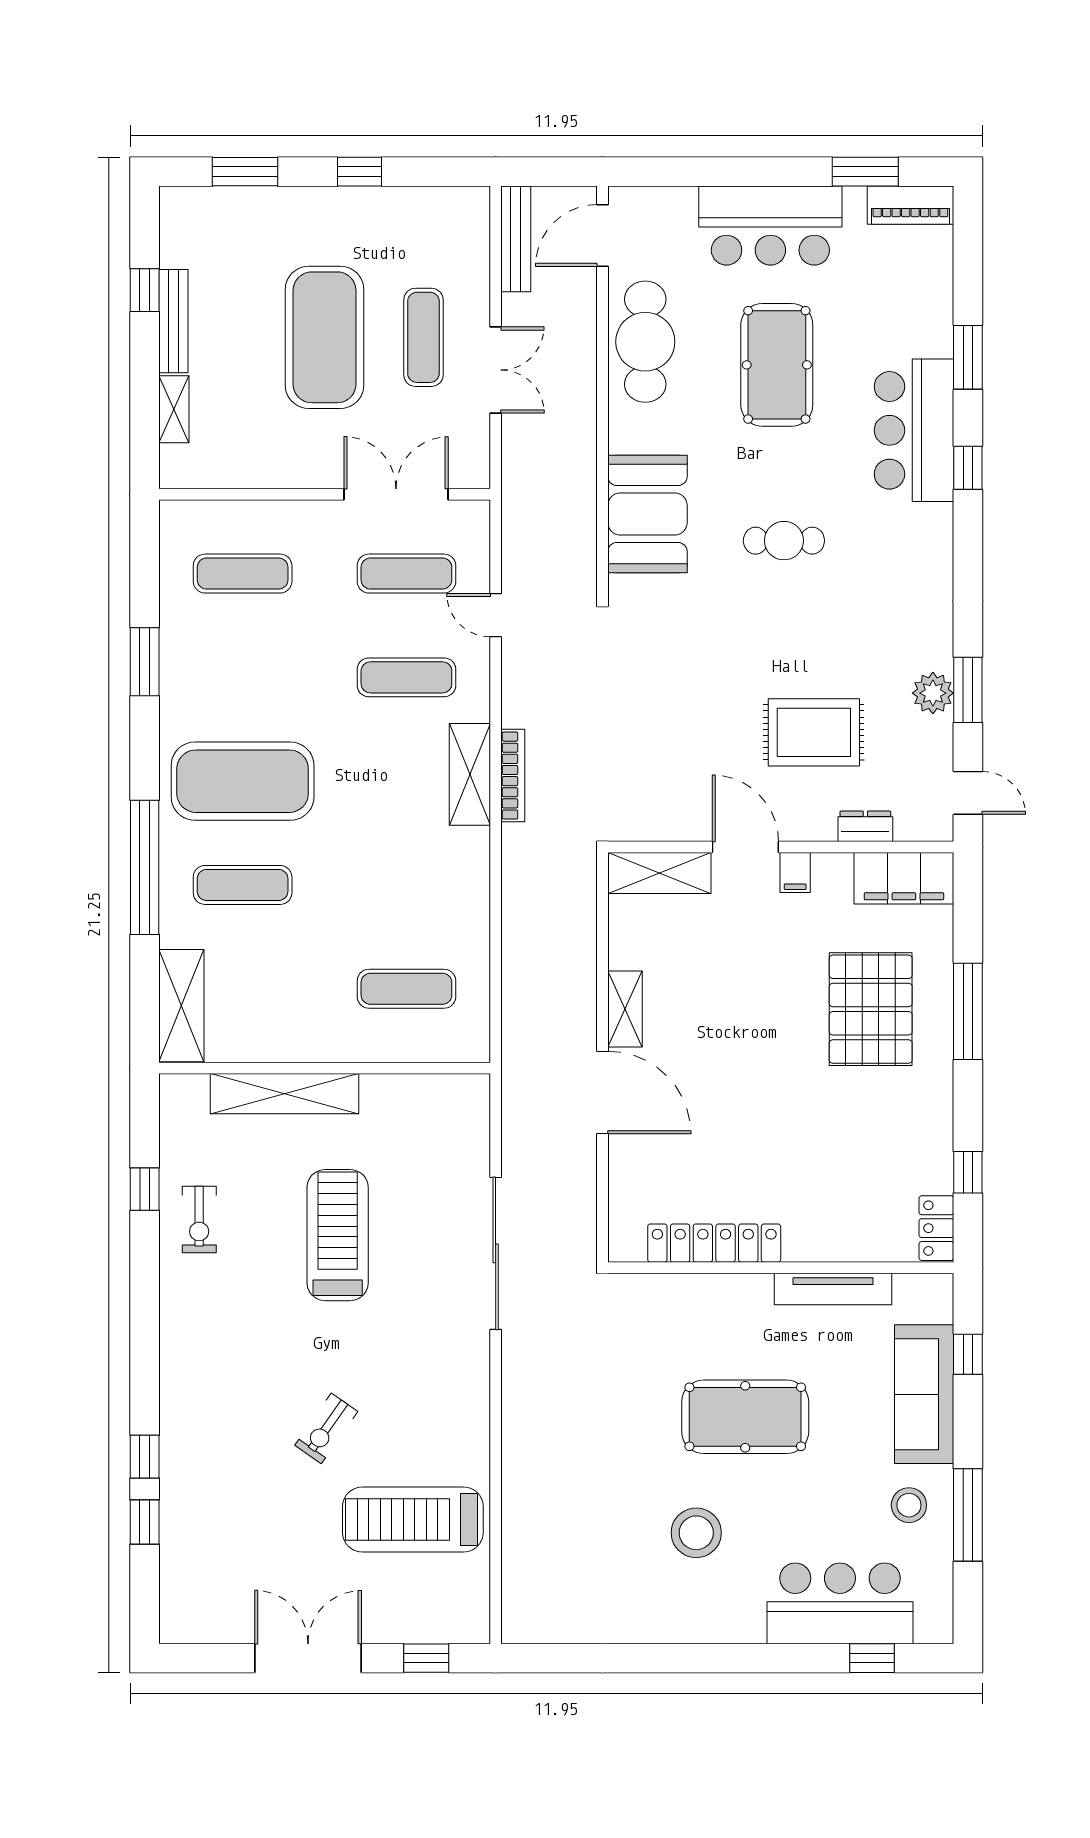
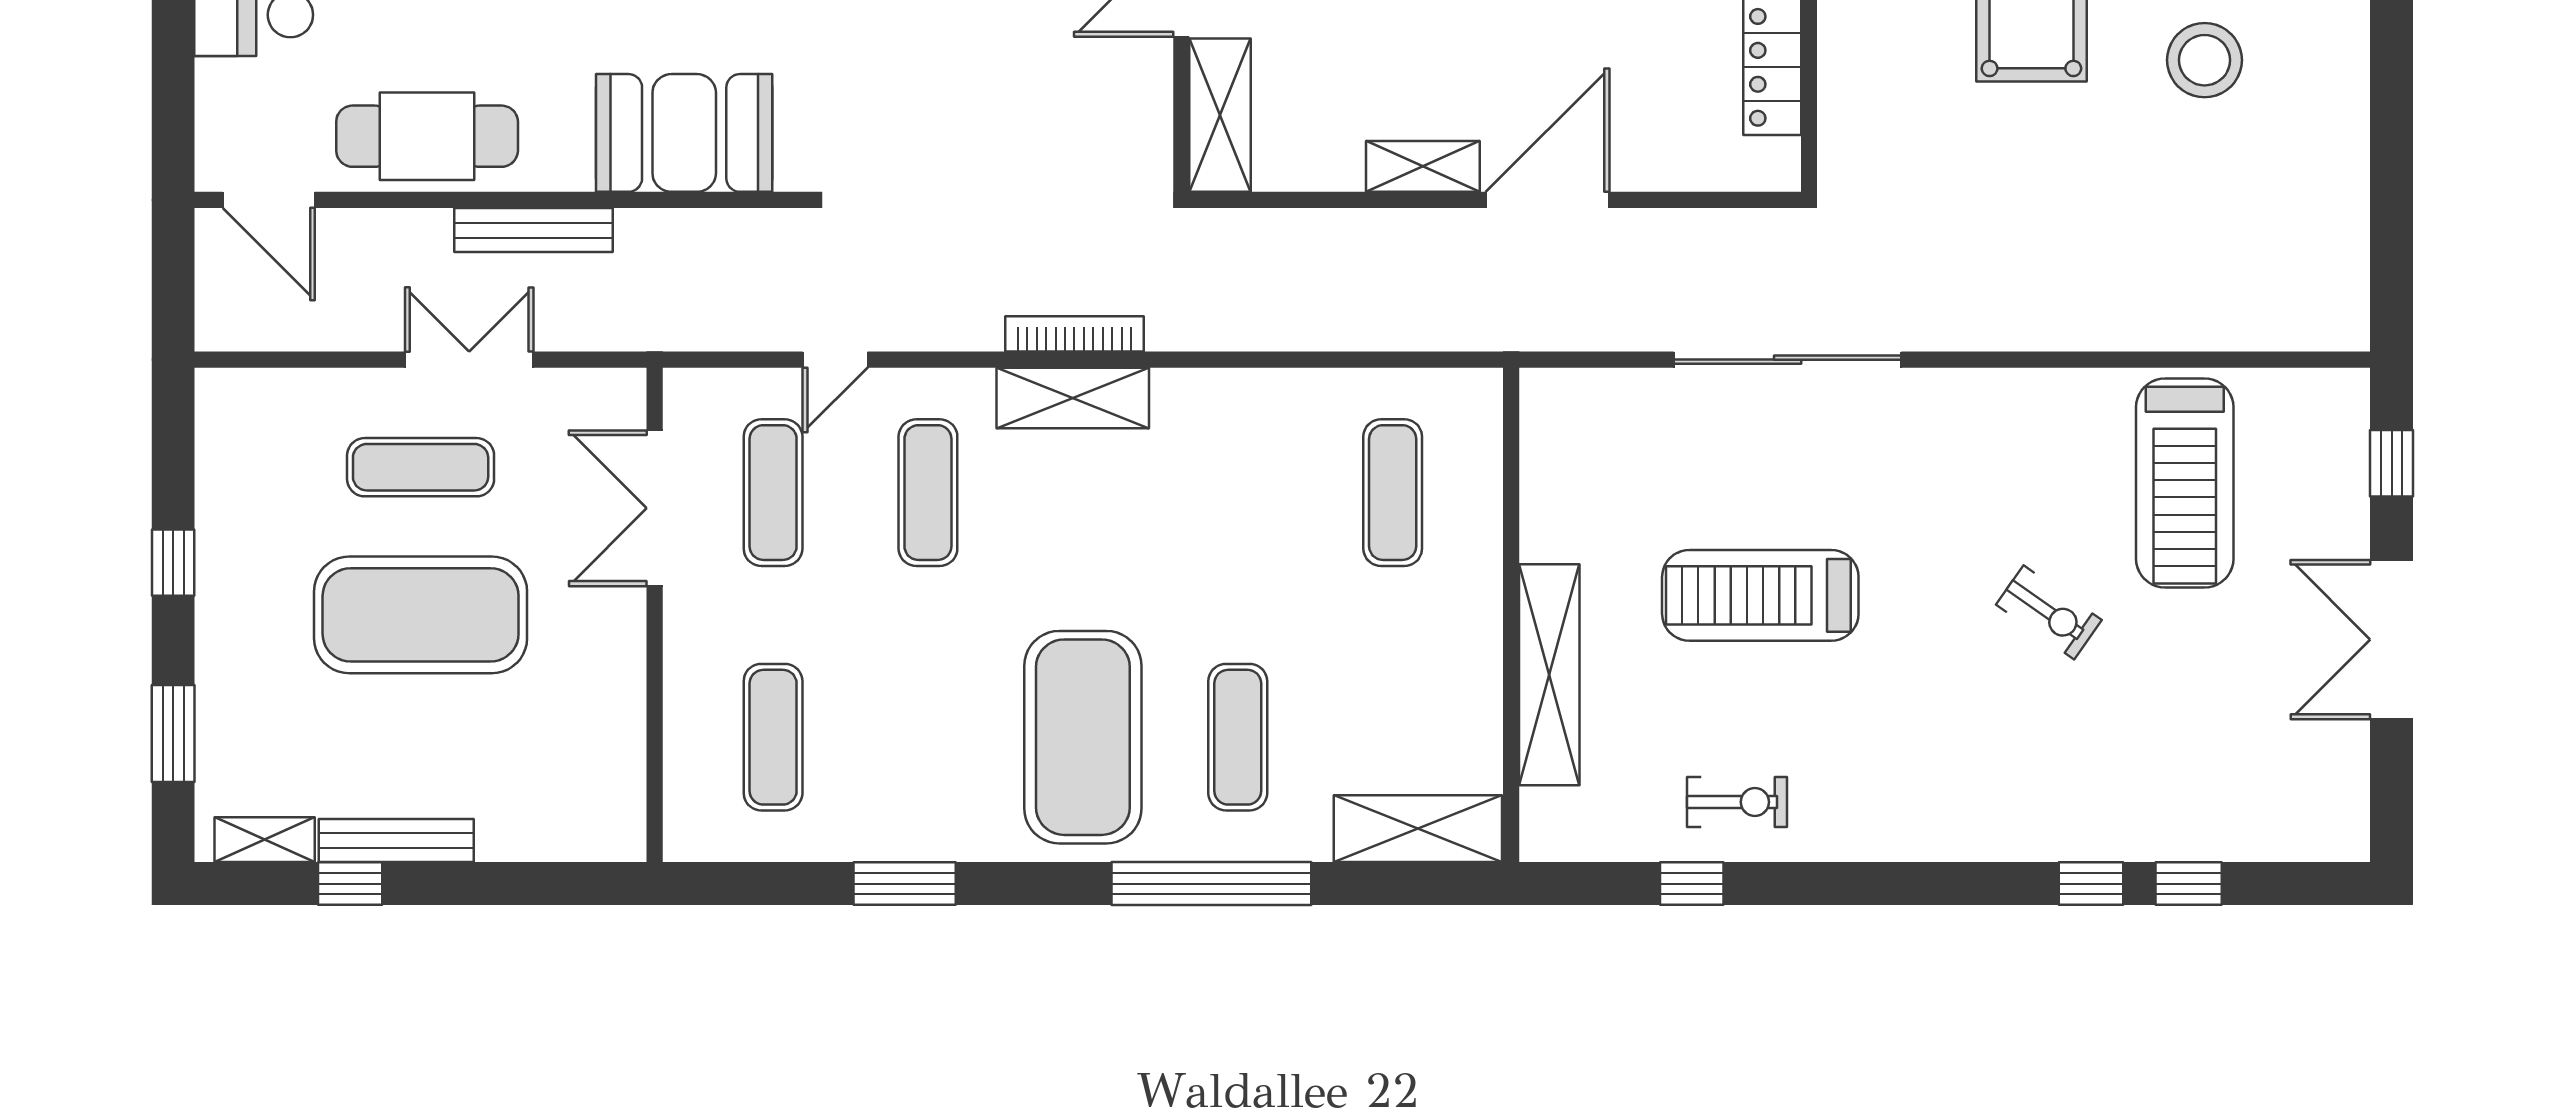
bench: (516, 239) -> (533, 230), moved
shelving: (174, 409) -> (265, 840), moved

